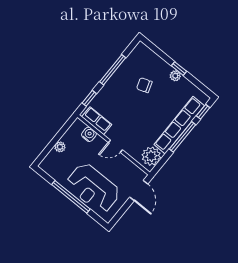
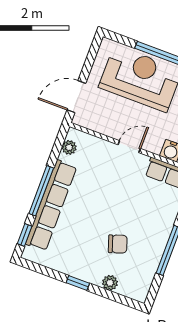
plant: (175, 76) -> (110, 283), moved
plant: (151, 156) -> (69, 147), width x0.53, depth x0.53
door: (139, 190) -> (76, 97), hinge flipped

